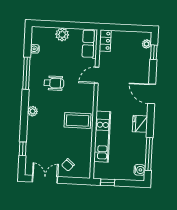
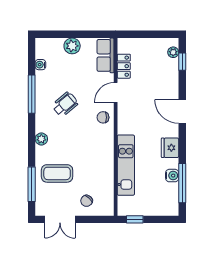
locker: (105, 41) -> (124, 66), moved
wheelchair: (54, 83) -> (65, 104), turned -40
chair: (85, 96) -> (103, 117), added
coffee table: (77, 120) -> (57, 173), moved
window: (23, 149) -> (32, 184), width x2.17
water cooler: (140, 170) -> (172, 176), moved
double door: (45, 179) -> (60, 219), swing flipped

